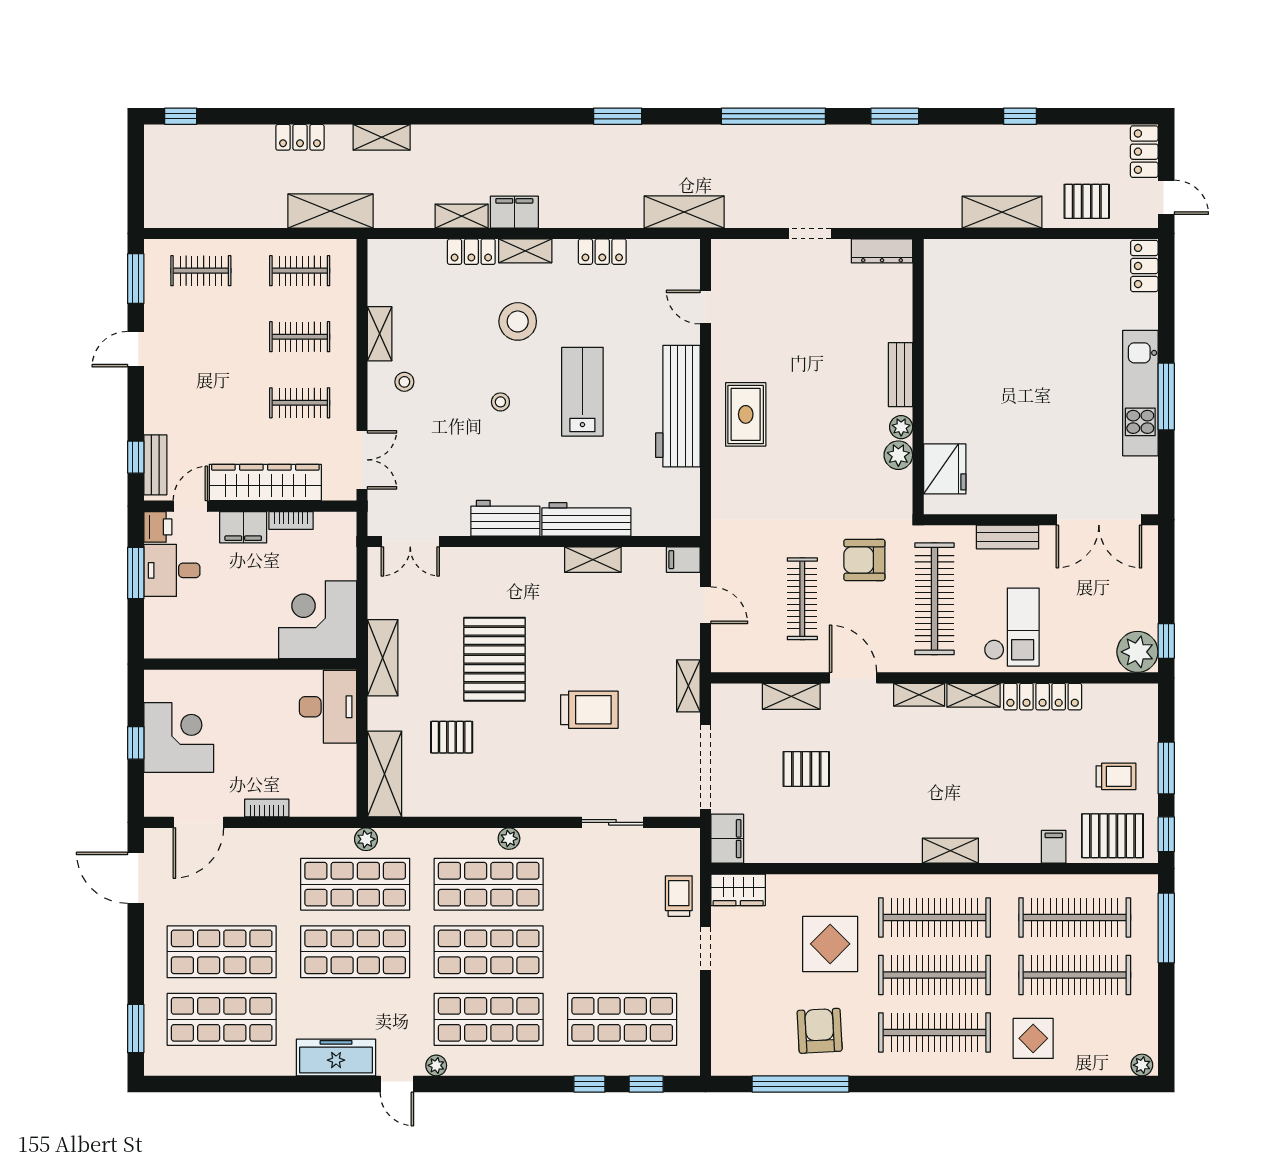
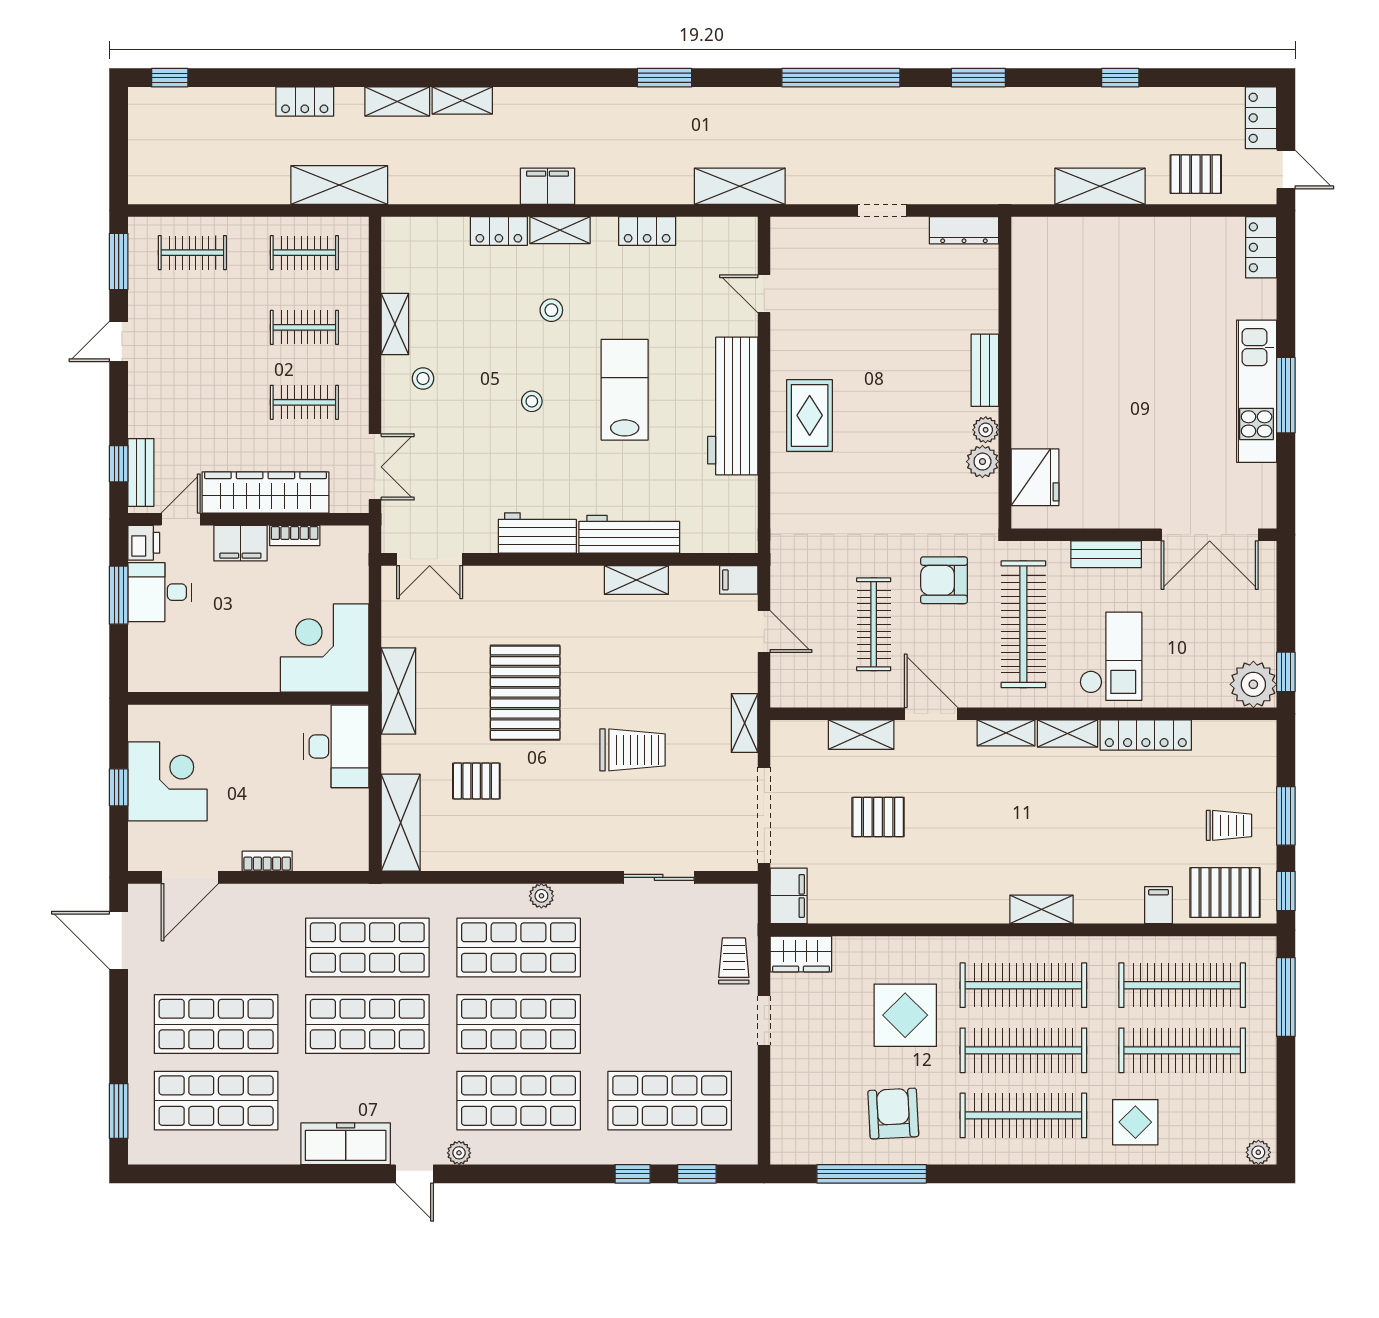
shelving: (462, 216) -> (462, 101), moved
stool: (518, 321) -> (551, 310), width x0.53, depth x0.53
plant: (366, 839) -> (380, 897), removed

